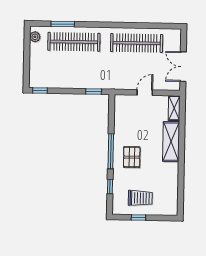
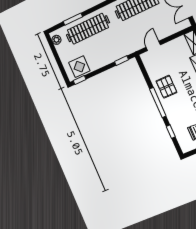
display table: (46, 77) -> (79, 67), added
door: (145, 93) -> (153, 46), moved
pallet: (132, 157) -> (166, 87), moved

